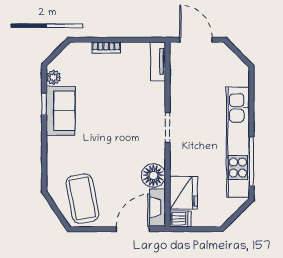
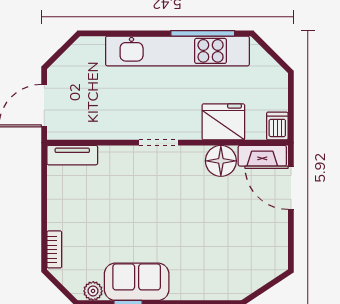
bookcase: (106, 48) -> (54, 249), moved
fridge: (183, 193) -> (223, 122), moved
coffee table: (82, 199) -> (251, 253), removed

